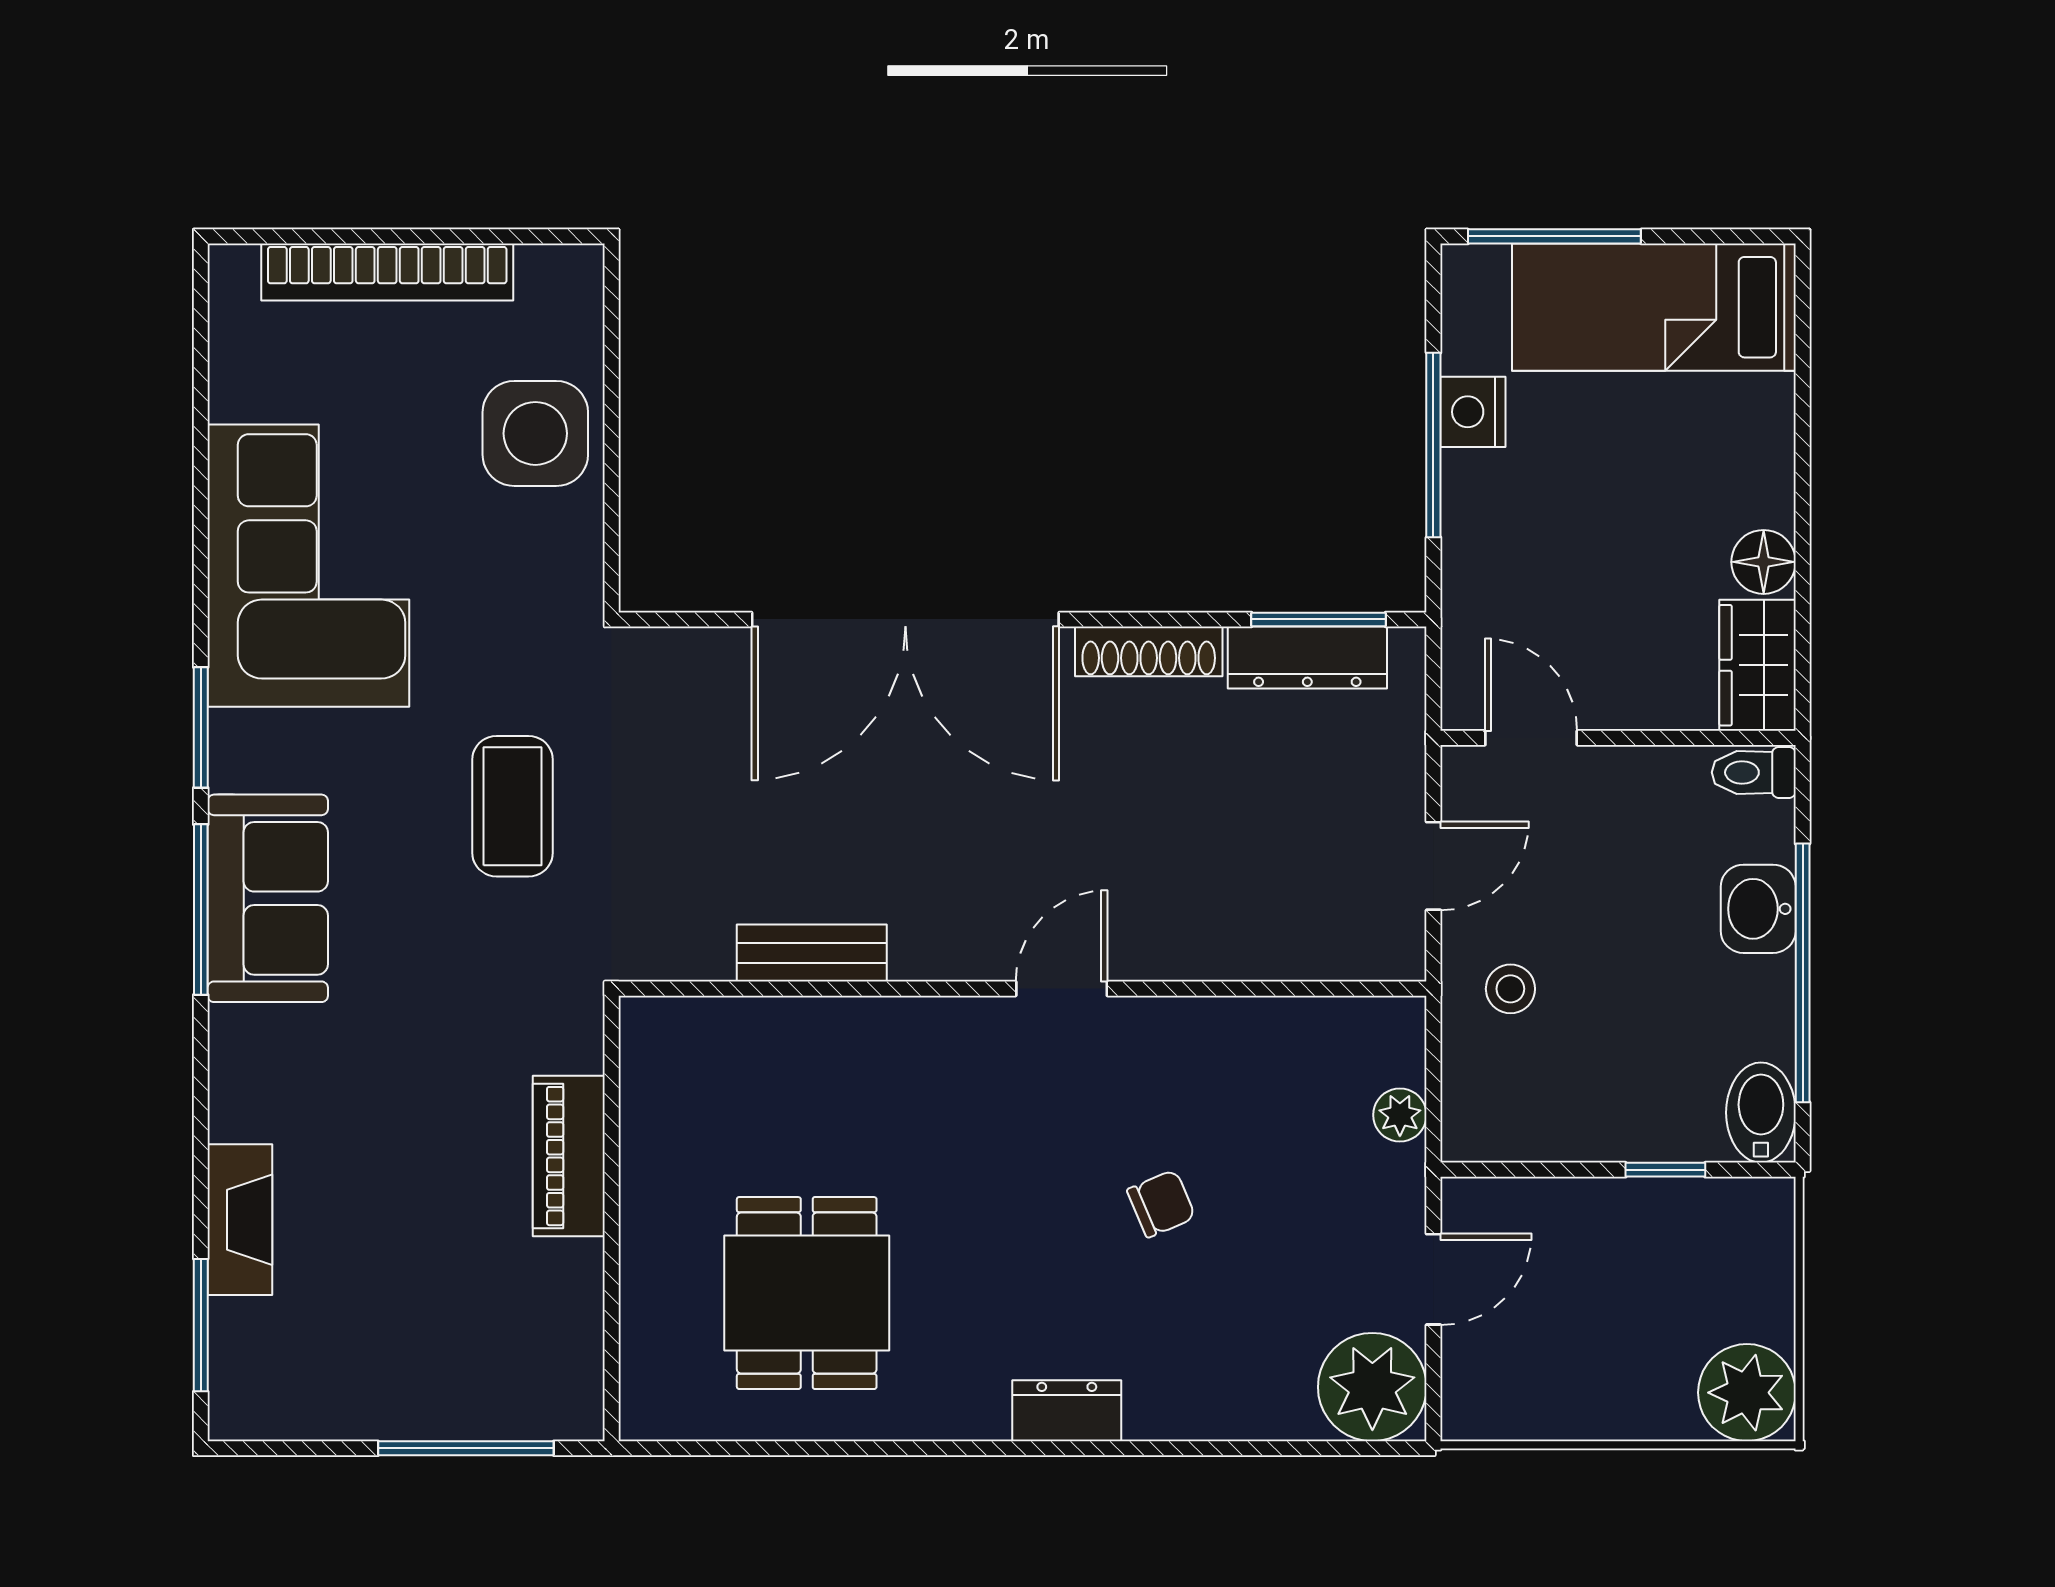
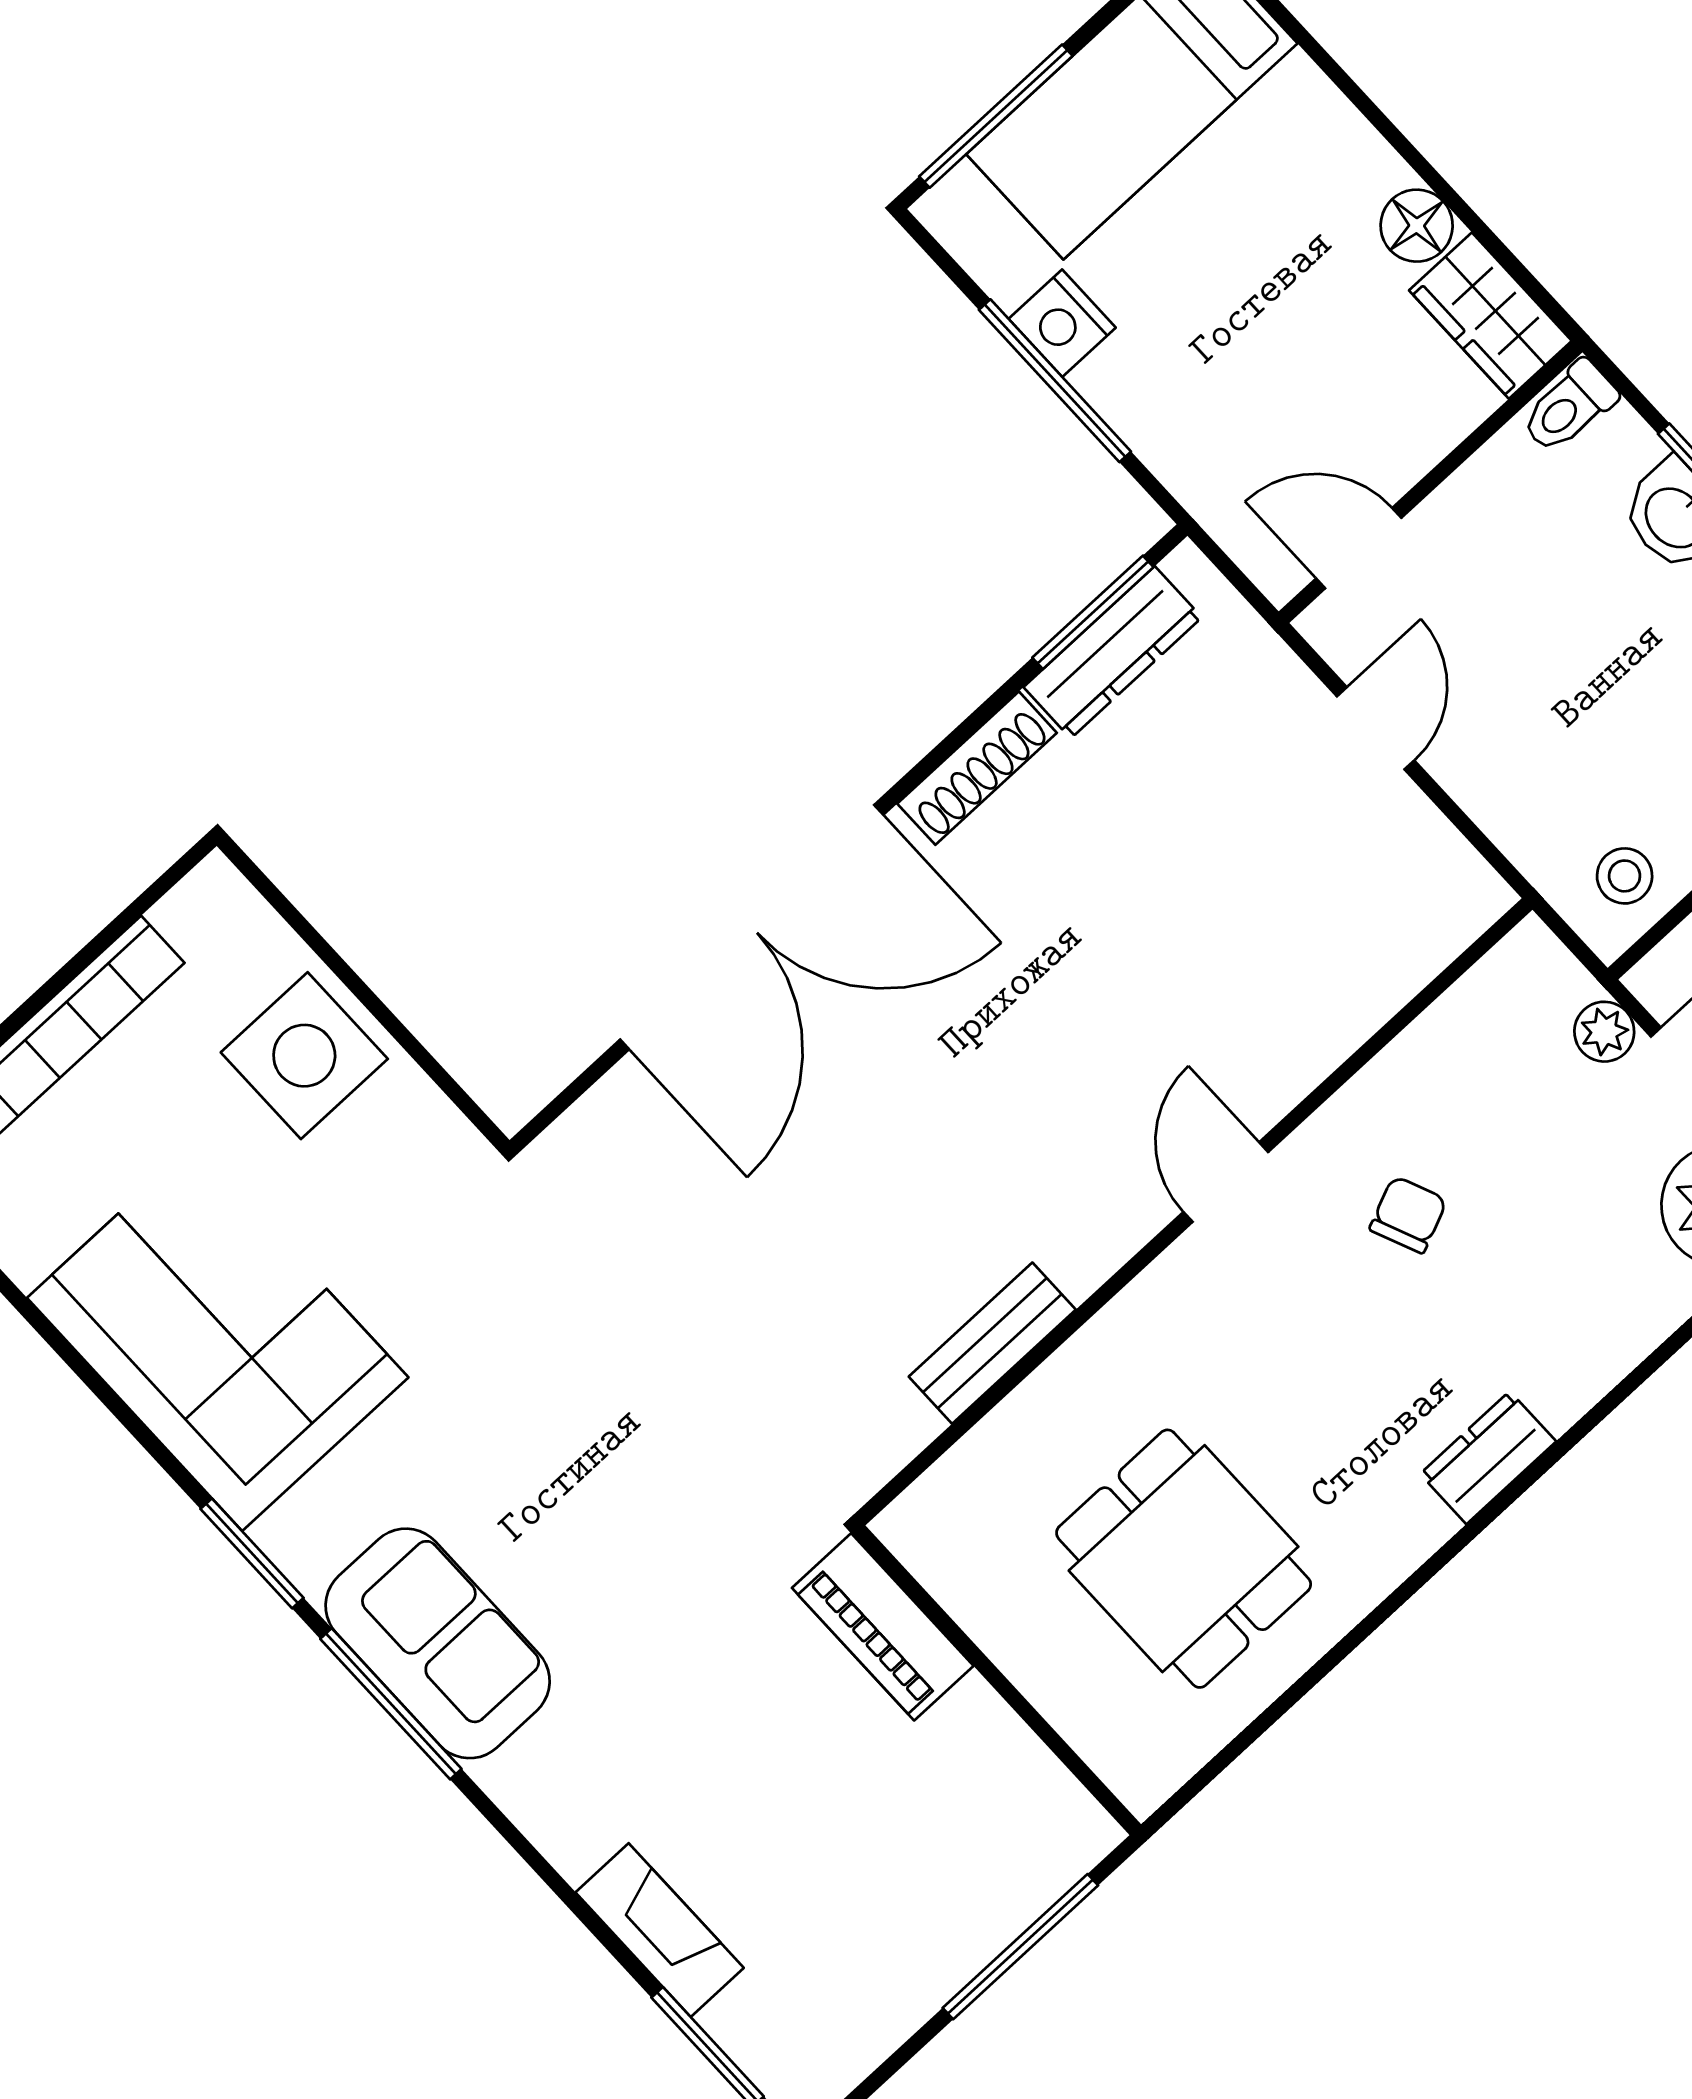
coffee table: (513, 806) -> (570, 1381), removed
bench: (812, 953) -> (992, 1343), moved
wall: (1023, 989) -> (1194, 1212), moved
door: (1062, 989) -> (1226, 1182), moved
stool: (1510, 989) -> (1625, 876), moved
plant: (1400, 1115) -> (1604, 1032), moved

